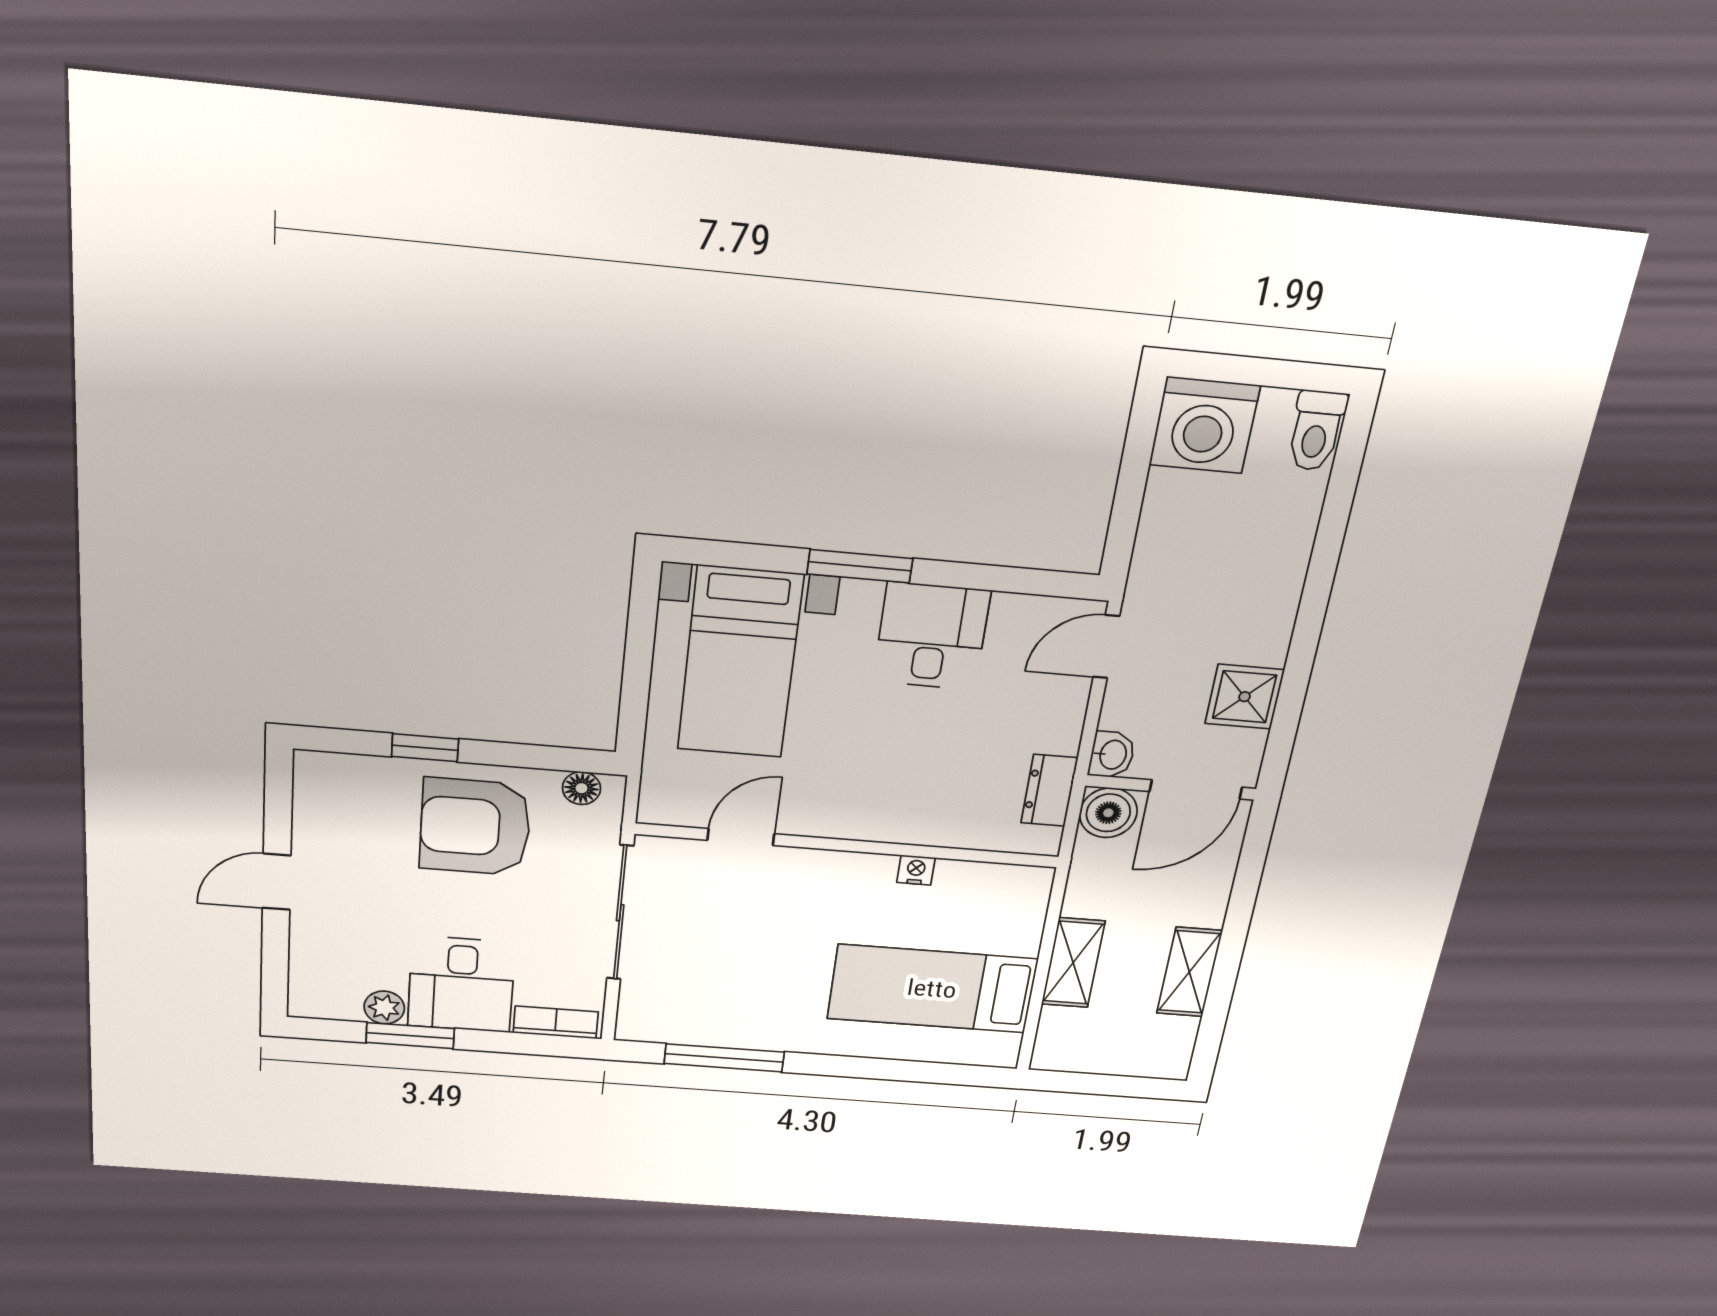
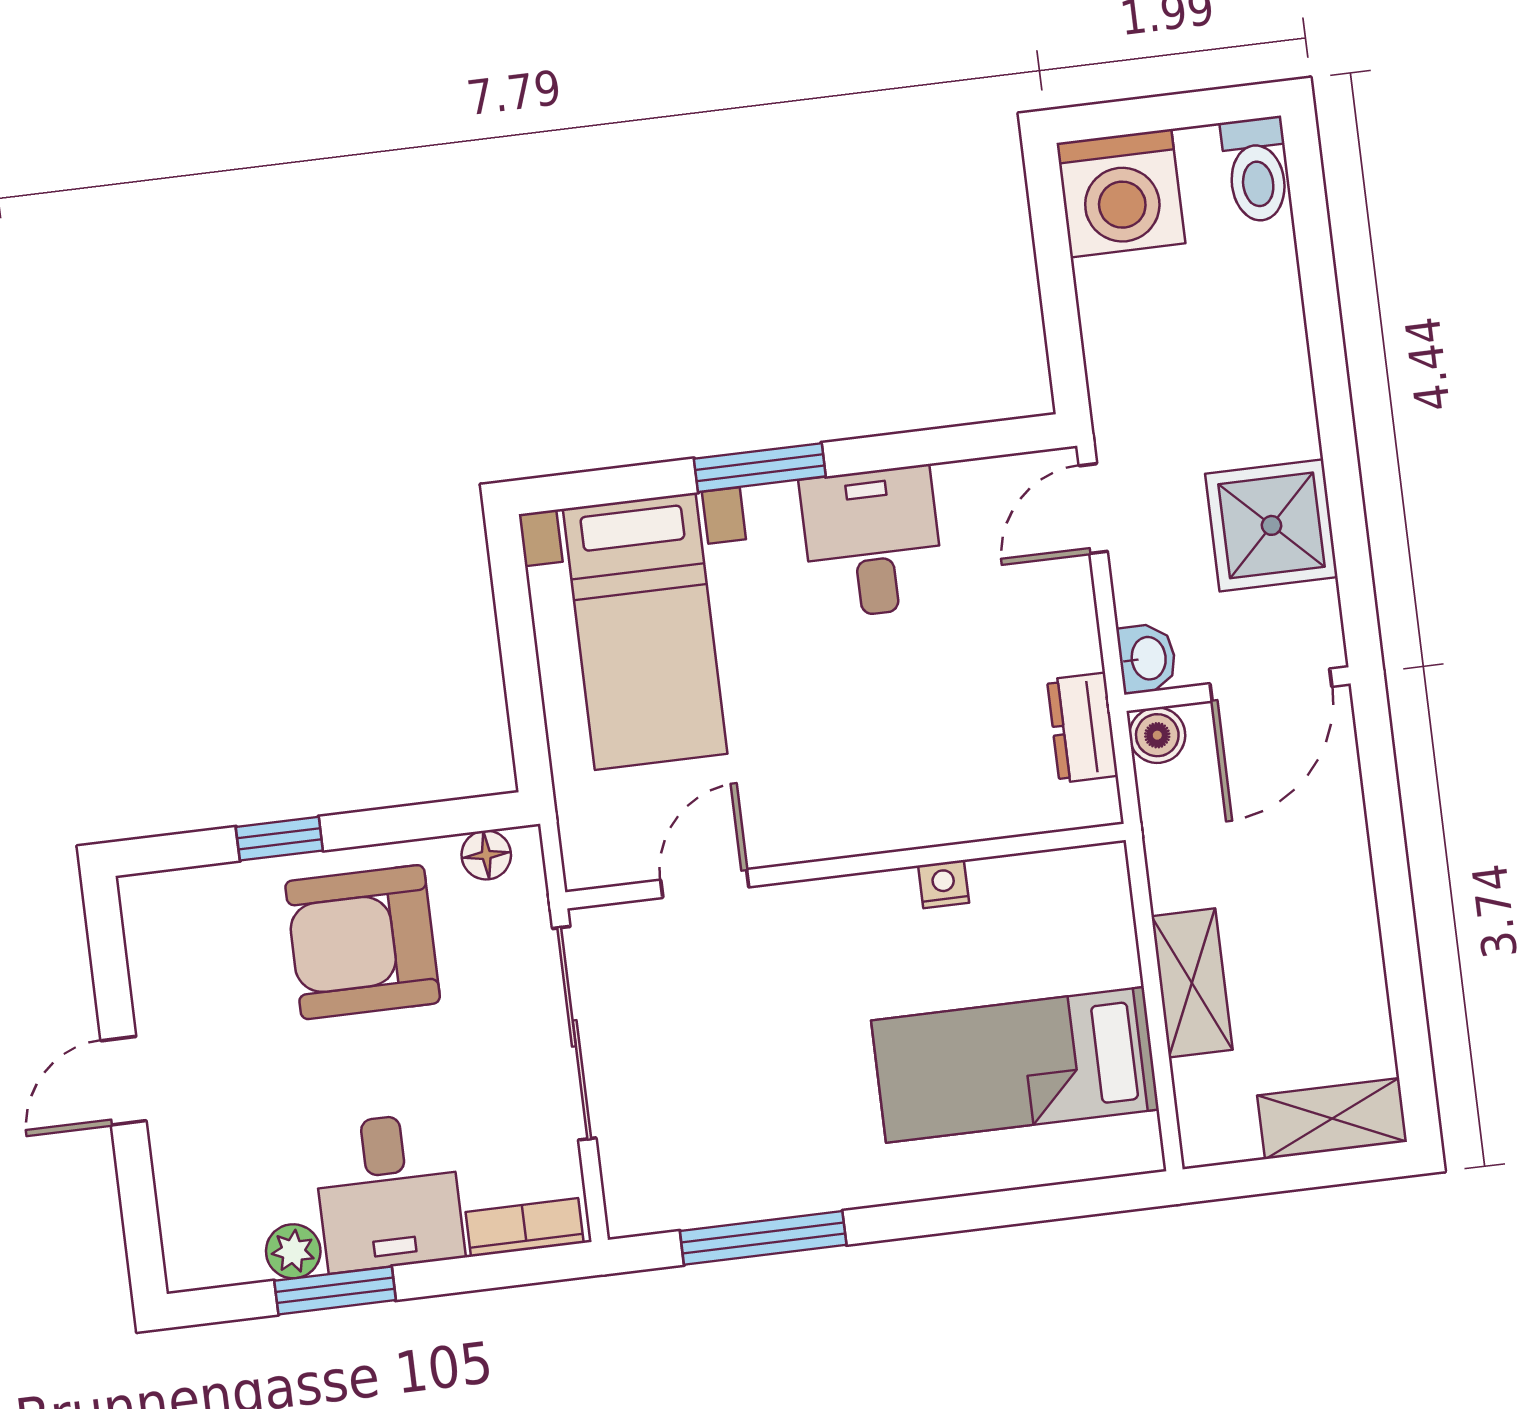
shower: (1245, 697) -> (1272, 525), width x1.36, depth x1.36
boiler: (1108, 813) -> (1157, 735), width x0.73, depth x0.73
shelving: (1189, 972) -> (1332, 1119), moved, turned 90

